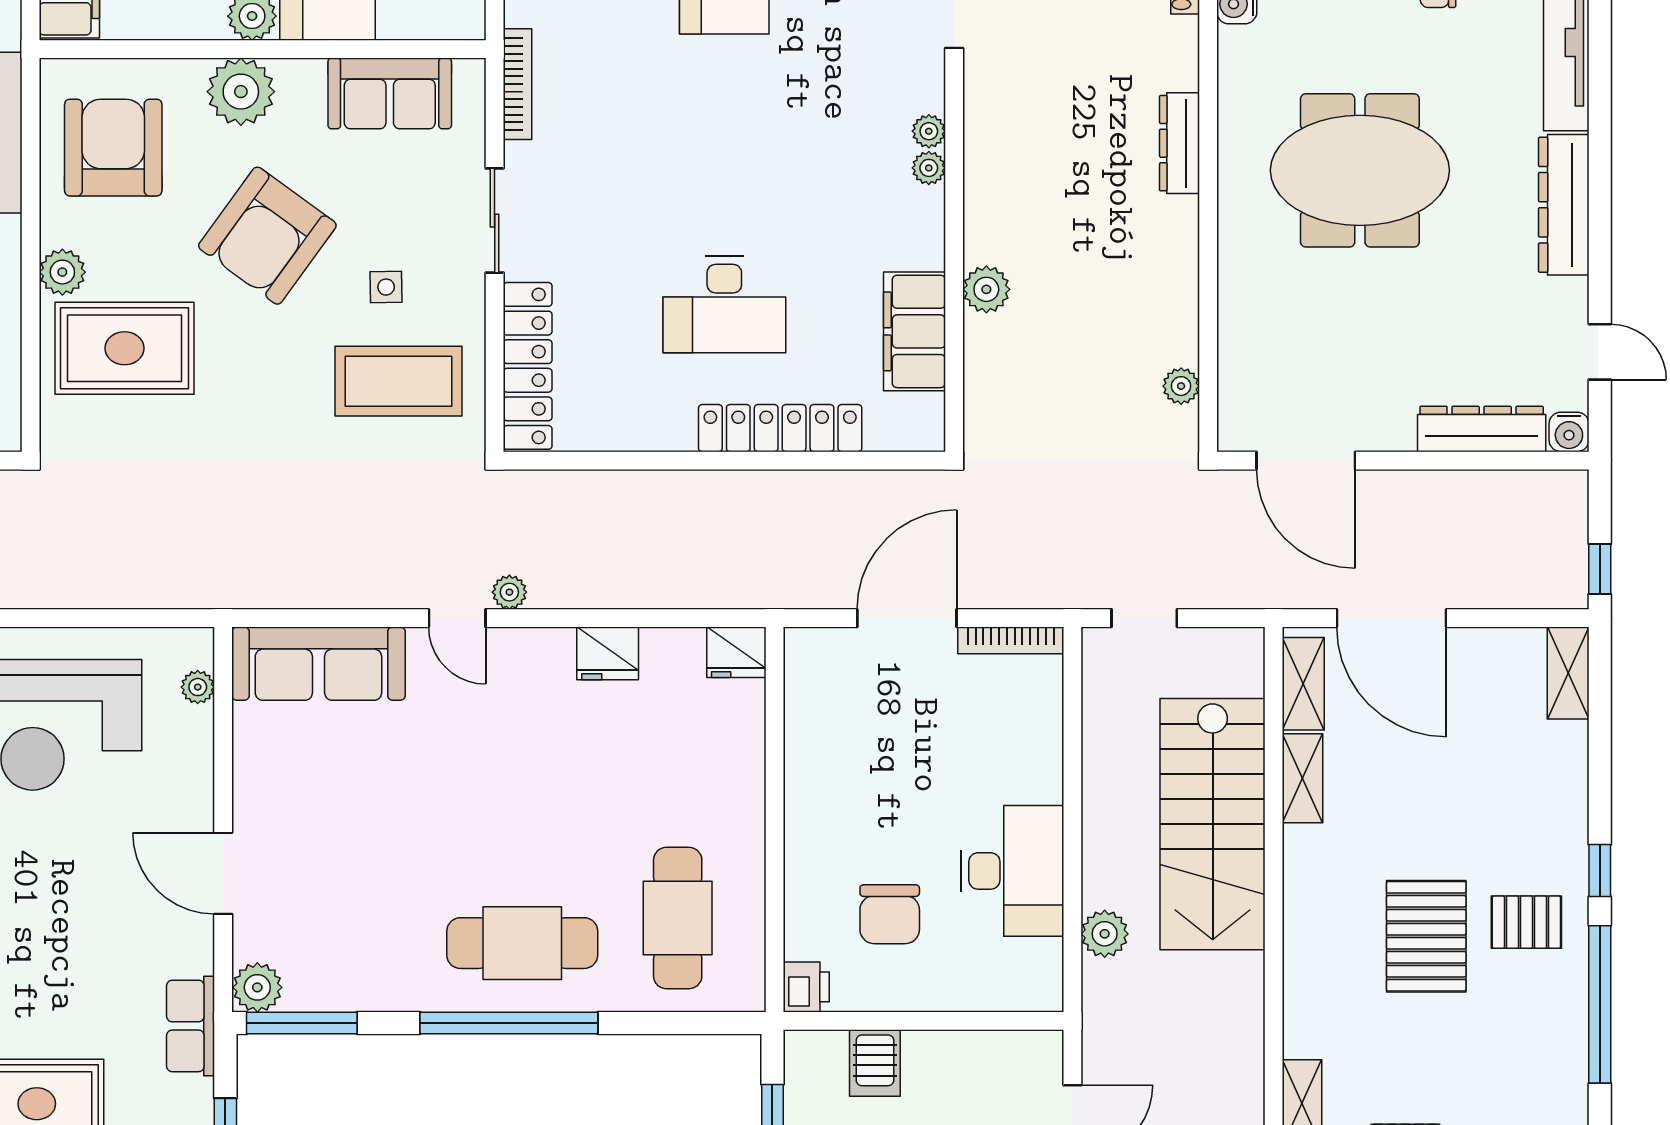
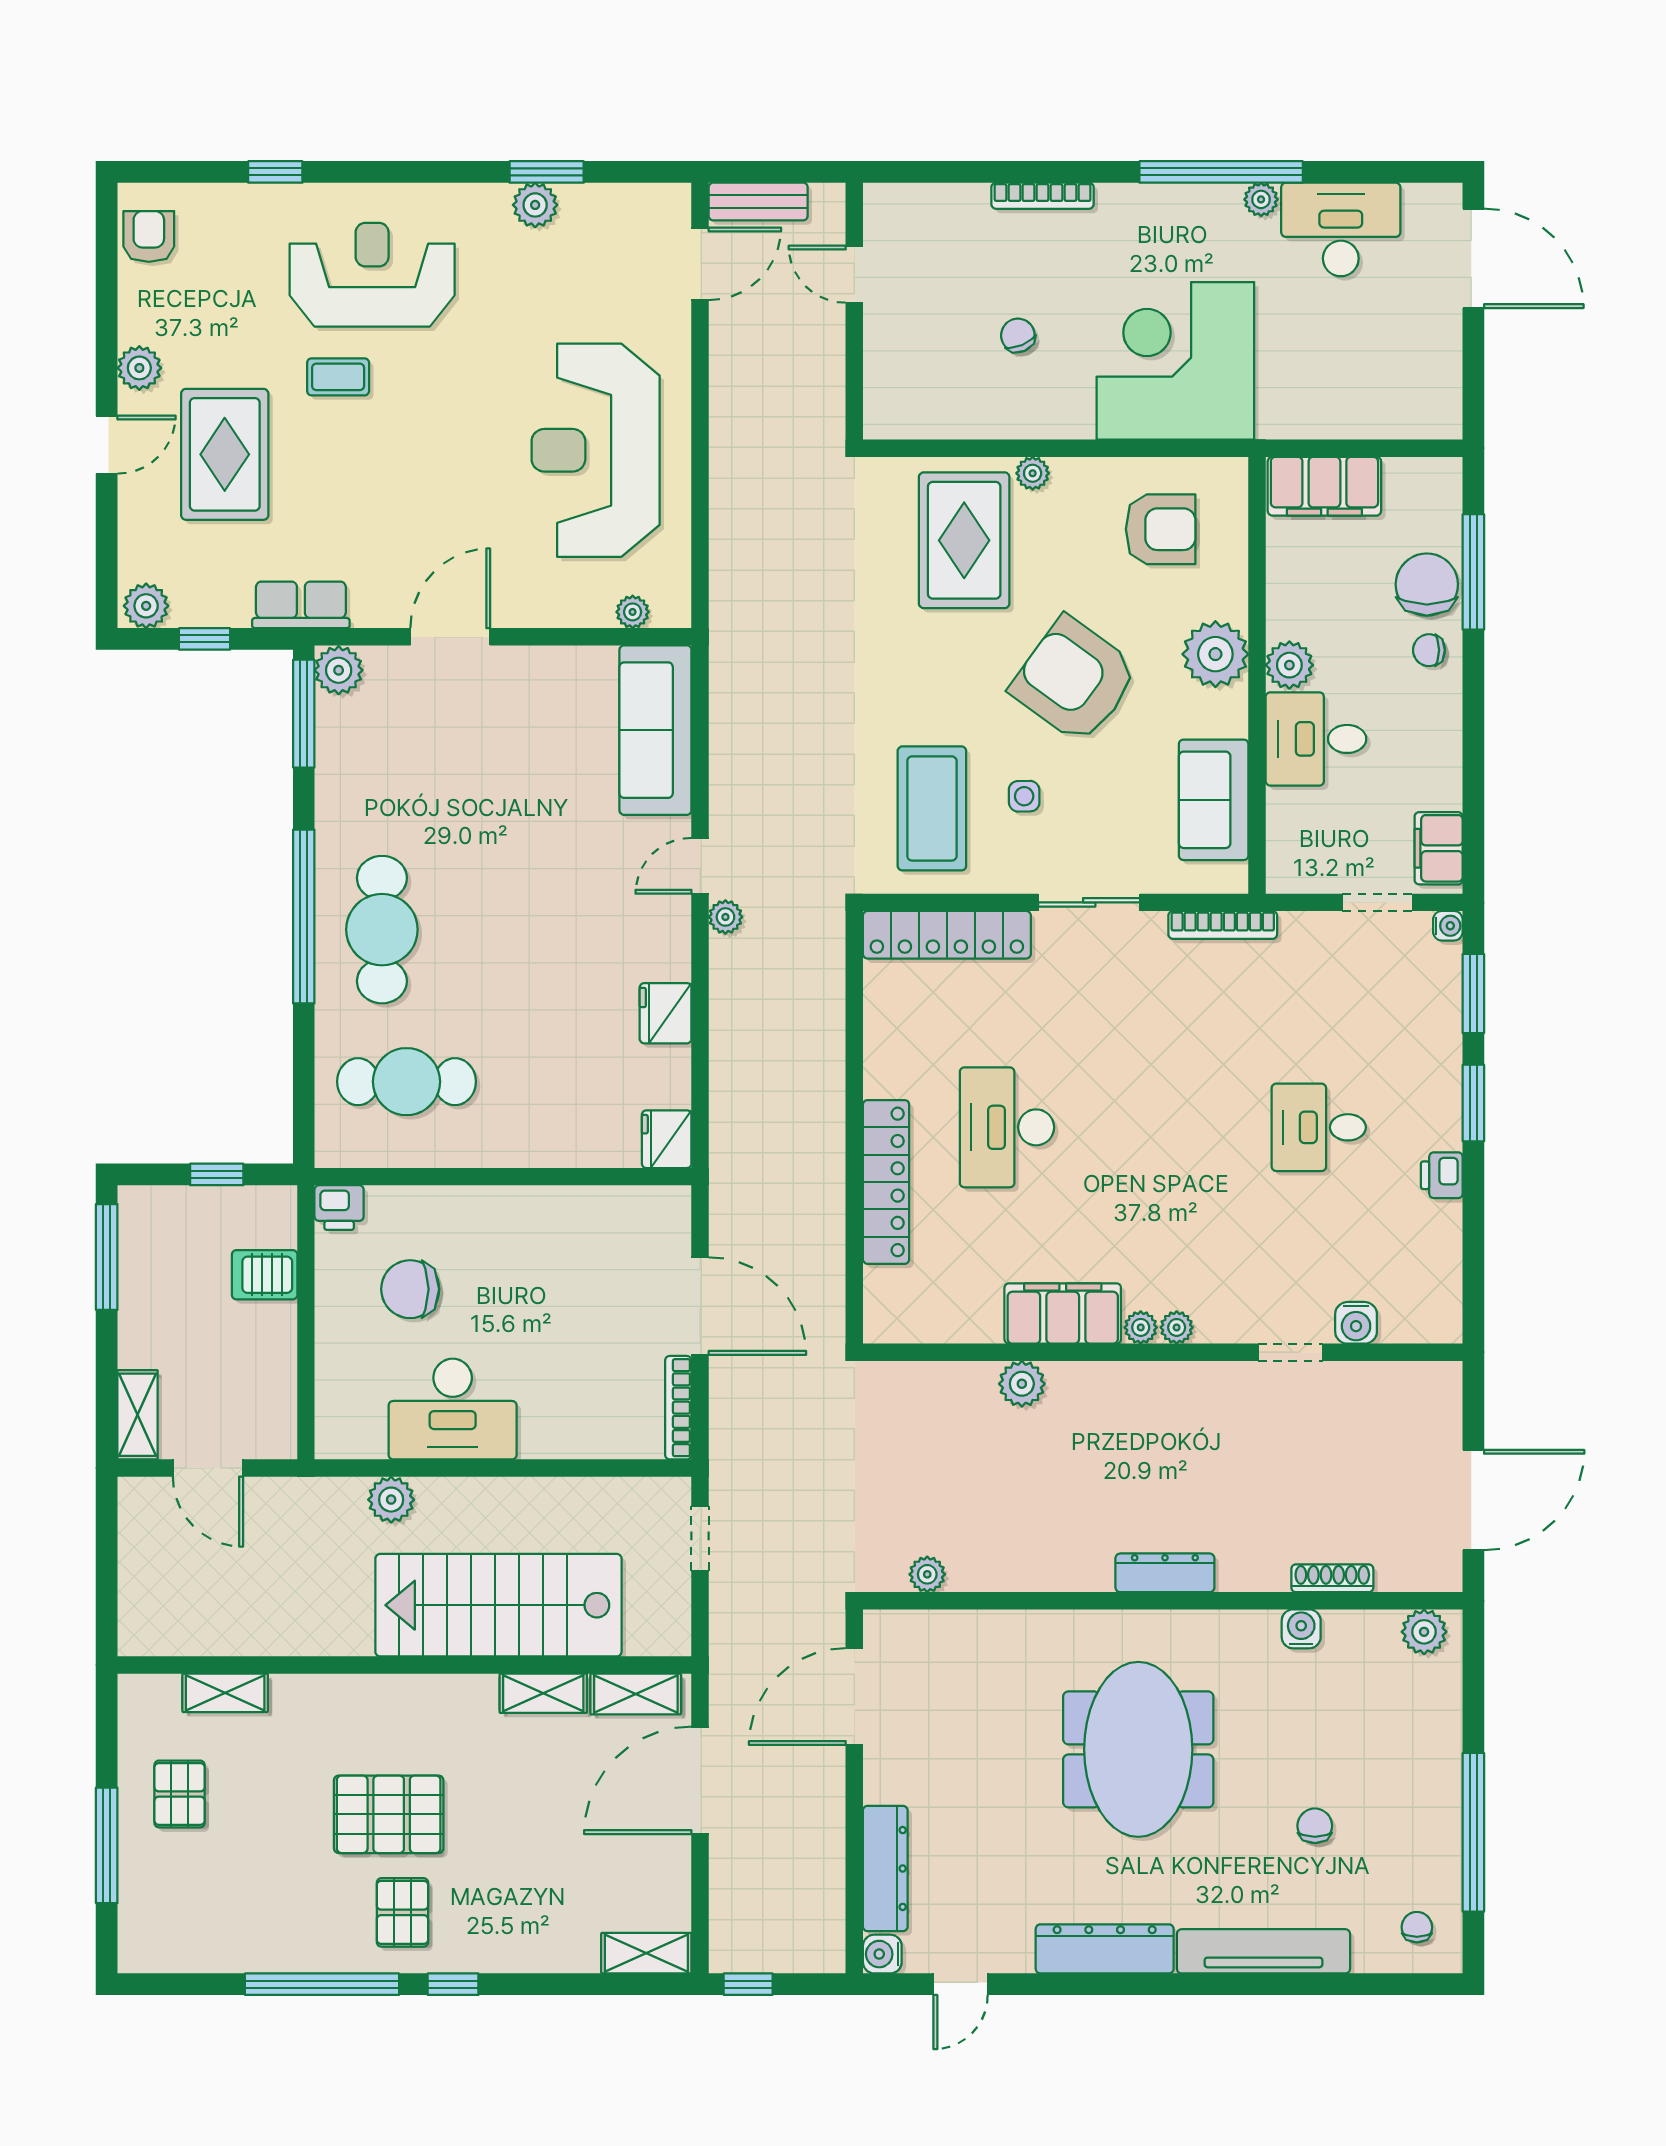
armchair: (113, 148) -> (1161, 529), width x0.73, depth x0.73
plant: (62, 272) -> (1033, 473), width x0.73, depth x0.73
filing cabinet: (915, 331) -> (1063, 1313), moved

